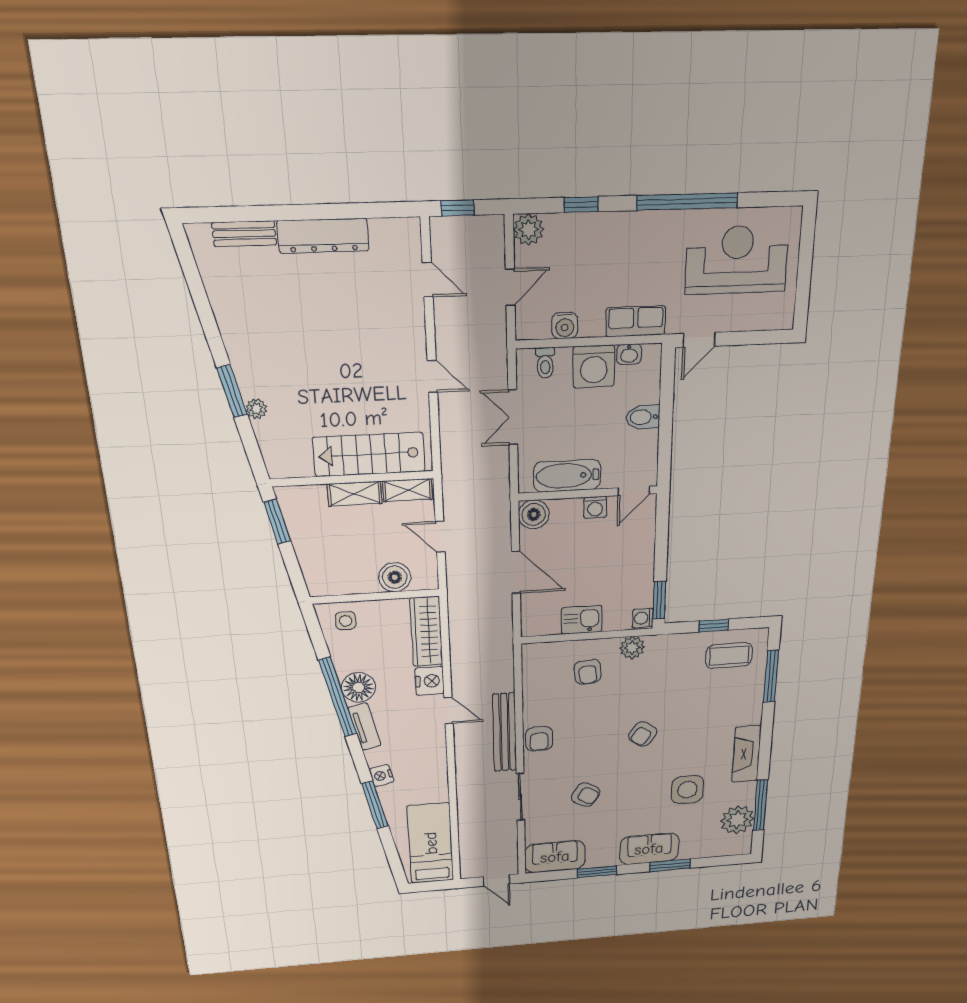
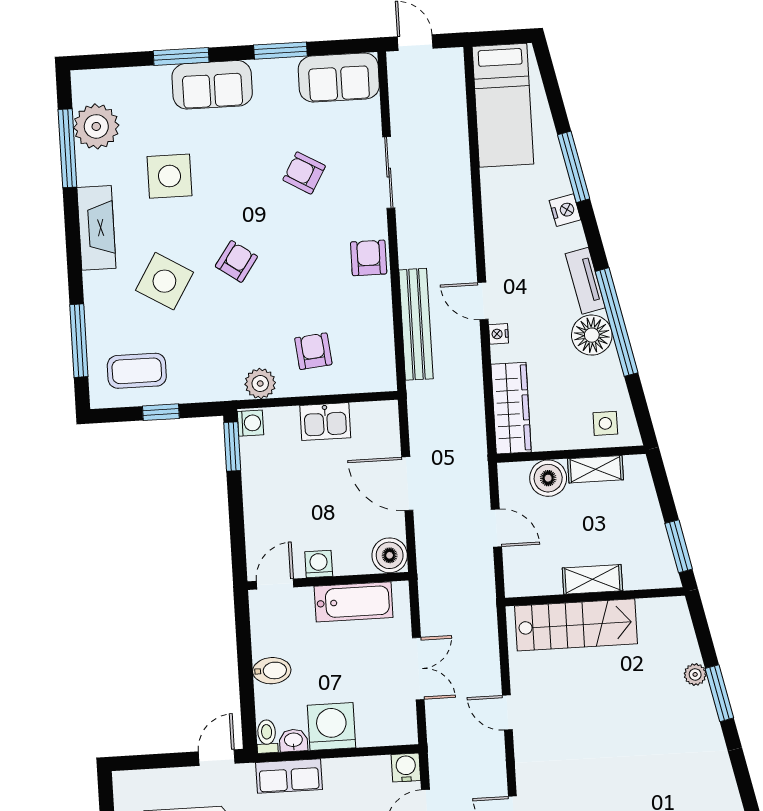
water cooler: (565, 326) -> (406, 767), moved
toilet: (545, 363) -> (267, 736), moved
shelving: (408, 490) -> (596, 469), moved
nightstand: (430, 681) -> (499, 334), width x0.53, depth x0.56
side table: (700, 719) -> (164, 281), added
bench: (505, 732) -> (416, 324), moved

